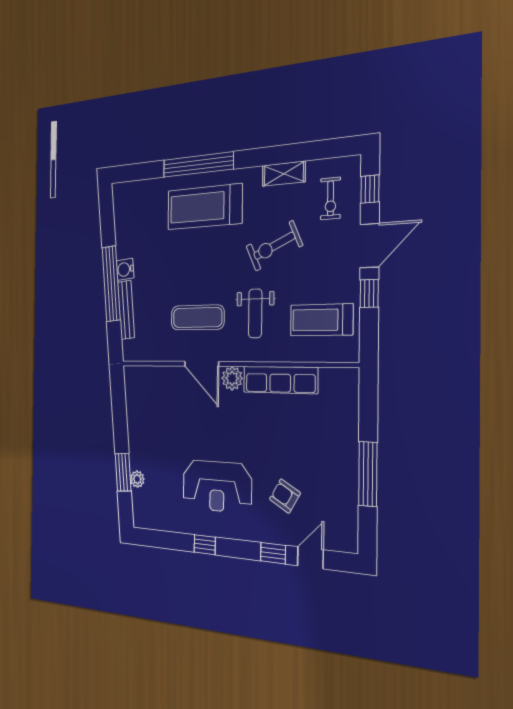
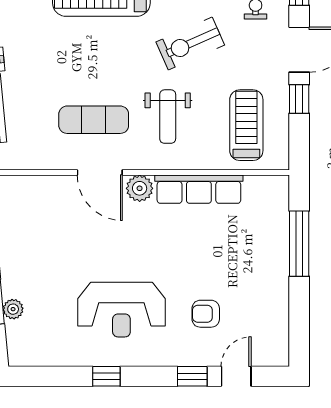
treadmill: (321, 320) -> (246, 125), turned 90
window: (368, 474) -> (299, 244), moved
armchair: (285, 496) -> (206, 314), turned -30

